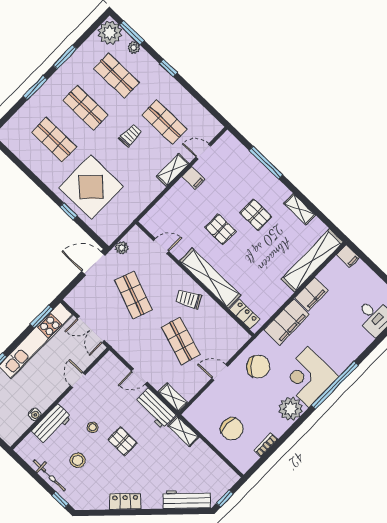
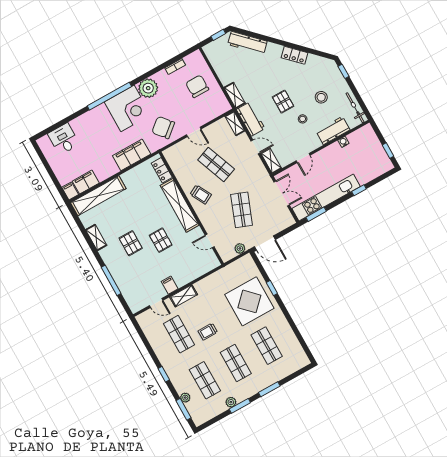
plant: (110, 33) -> (231, 402), moved, width x0.53, depth x0.53
filing cabinet: (311, 294) -> (86, 182), moved
shop shelf: (181, 341) -> (216, 164), turned -39
shelving: (116, 365) -> (271, 161), added
bicycle: (49, 476) -> (355, 108), moved

